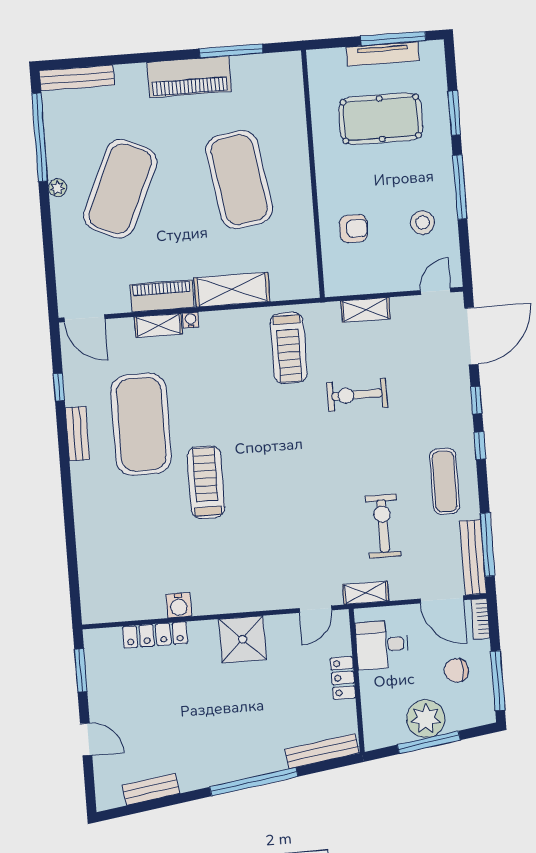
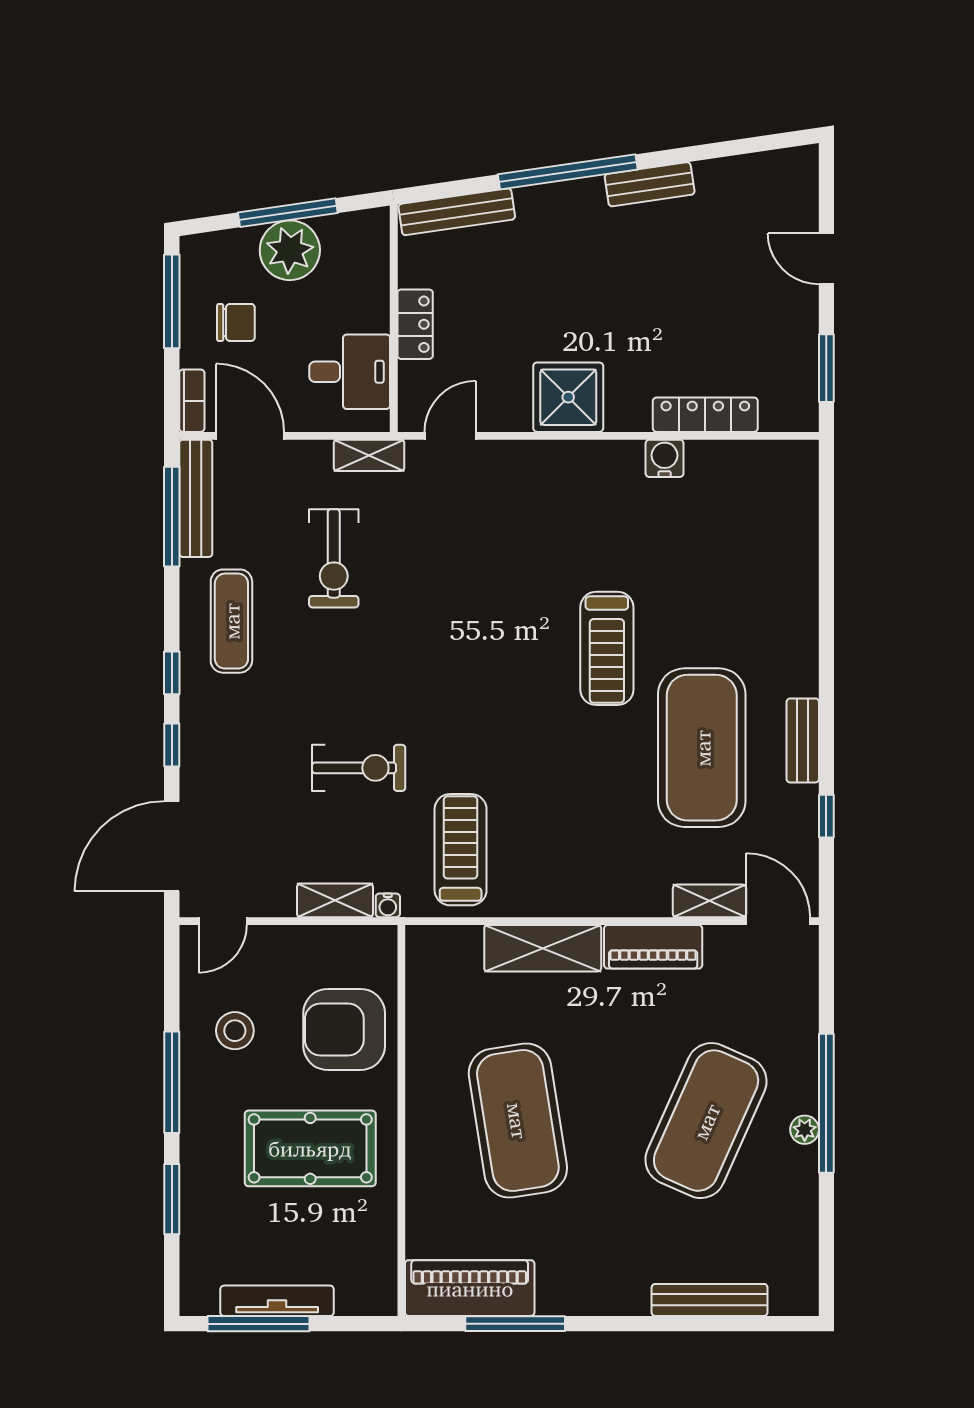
piano: (189, 77) -> (470, 1288), moved
bench: (77, 78) -> (710, 1300), moved
pool table: (381, 119) -> (310, 1148), moved
window: (40, 137) -> (826, 1103), moved
armchair: (353, 229) -> (344, 1029), width x1.88, depth x1.88
water cooler: (191, 320) -> (388, 905), moved
shelving: (158, 325) -> (710, 901), moved
bench: (151, 789) -> (650, 184), moved

